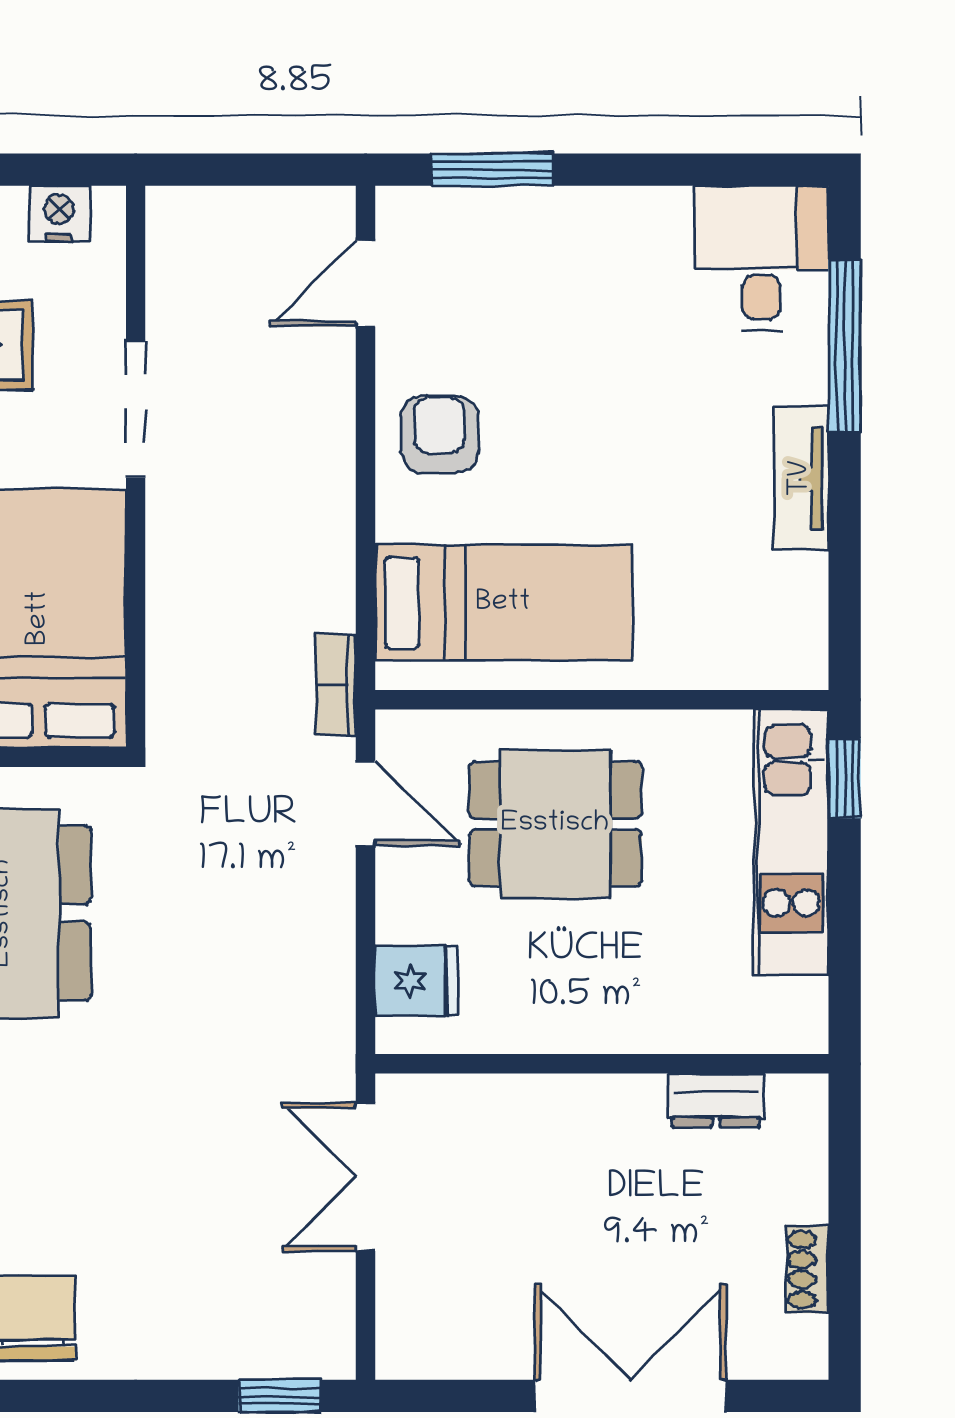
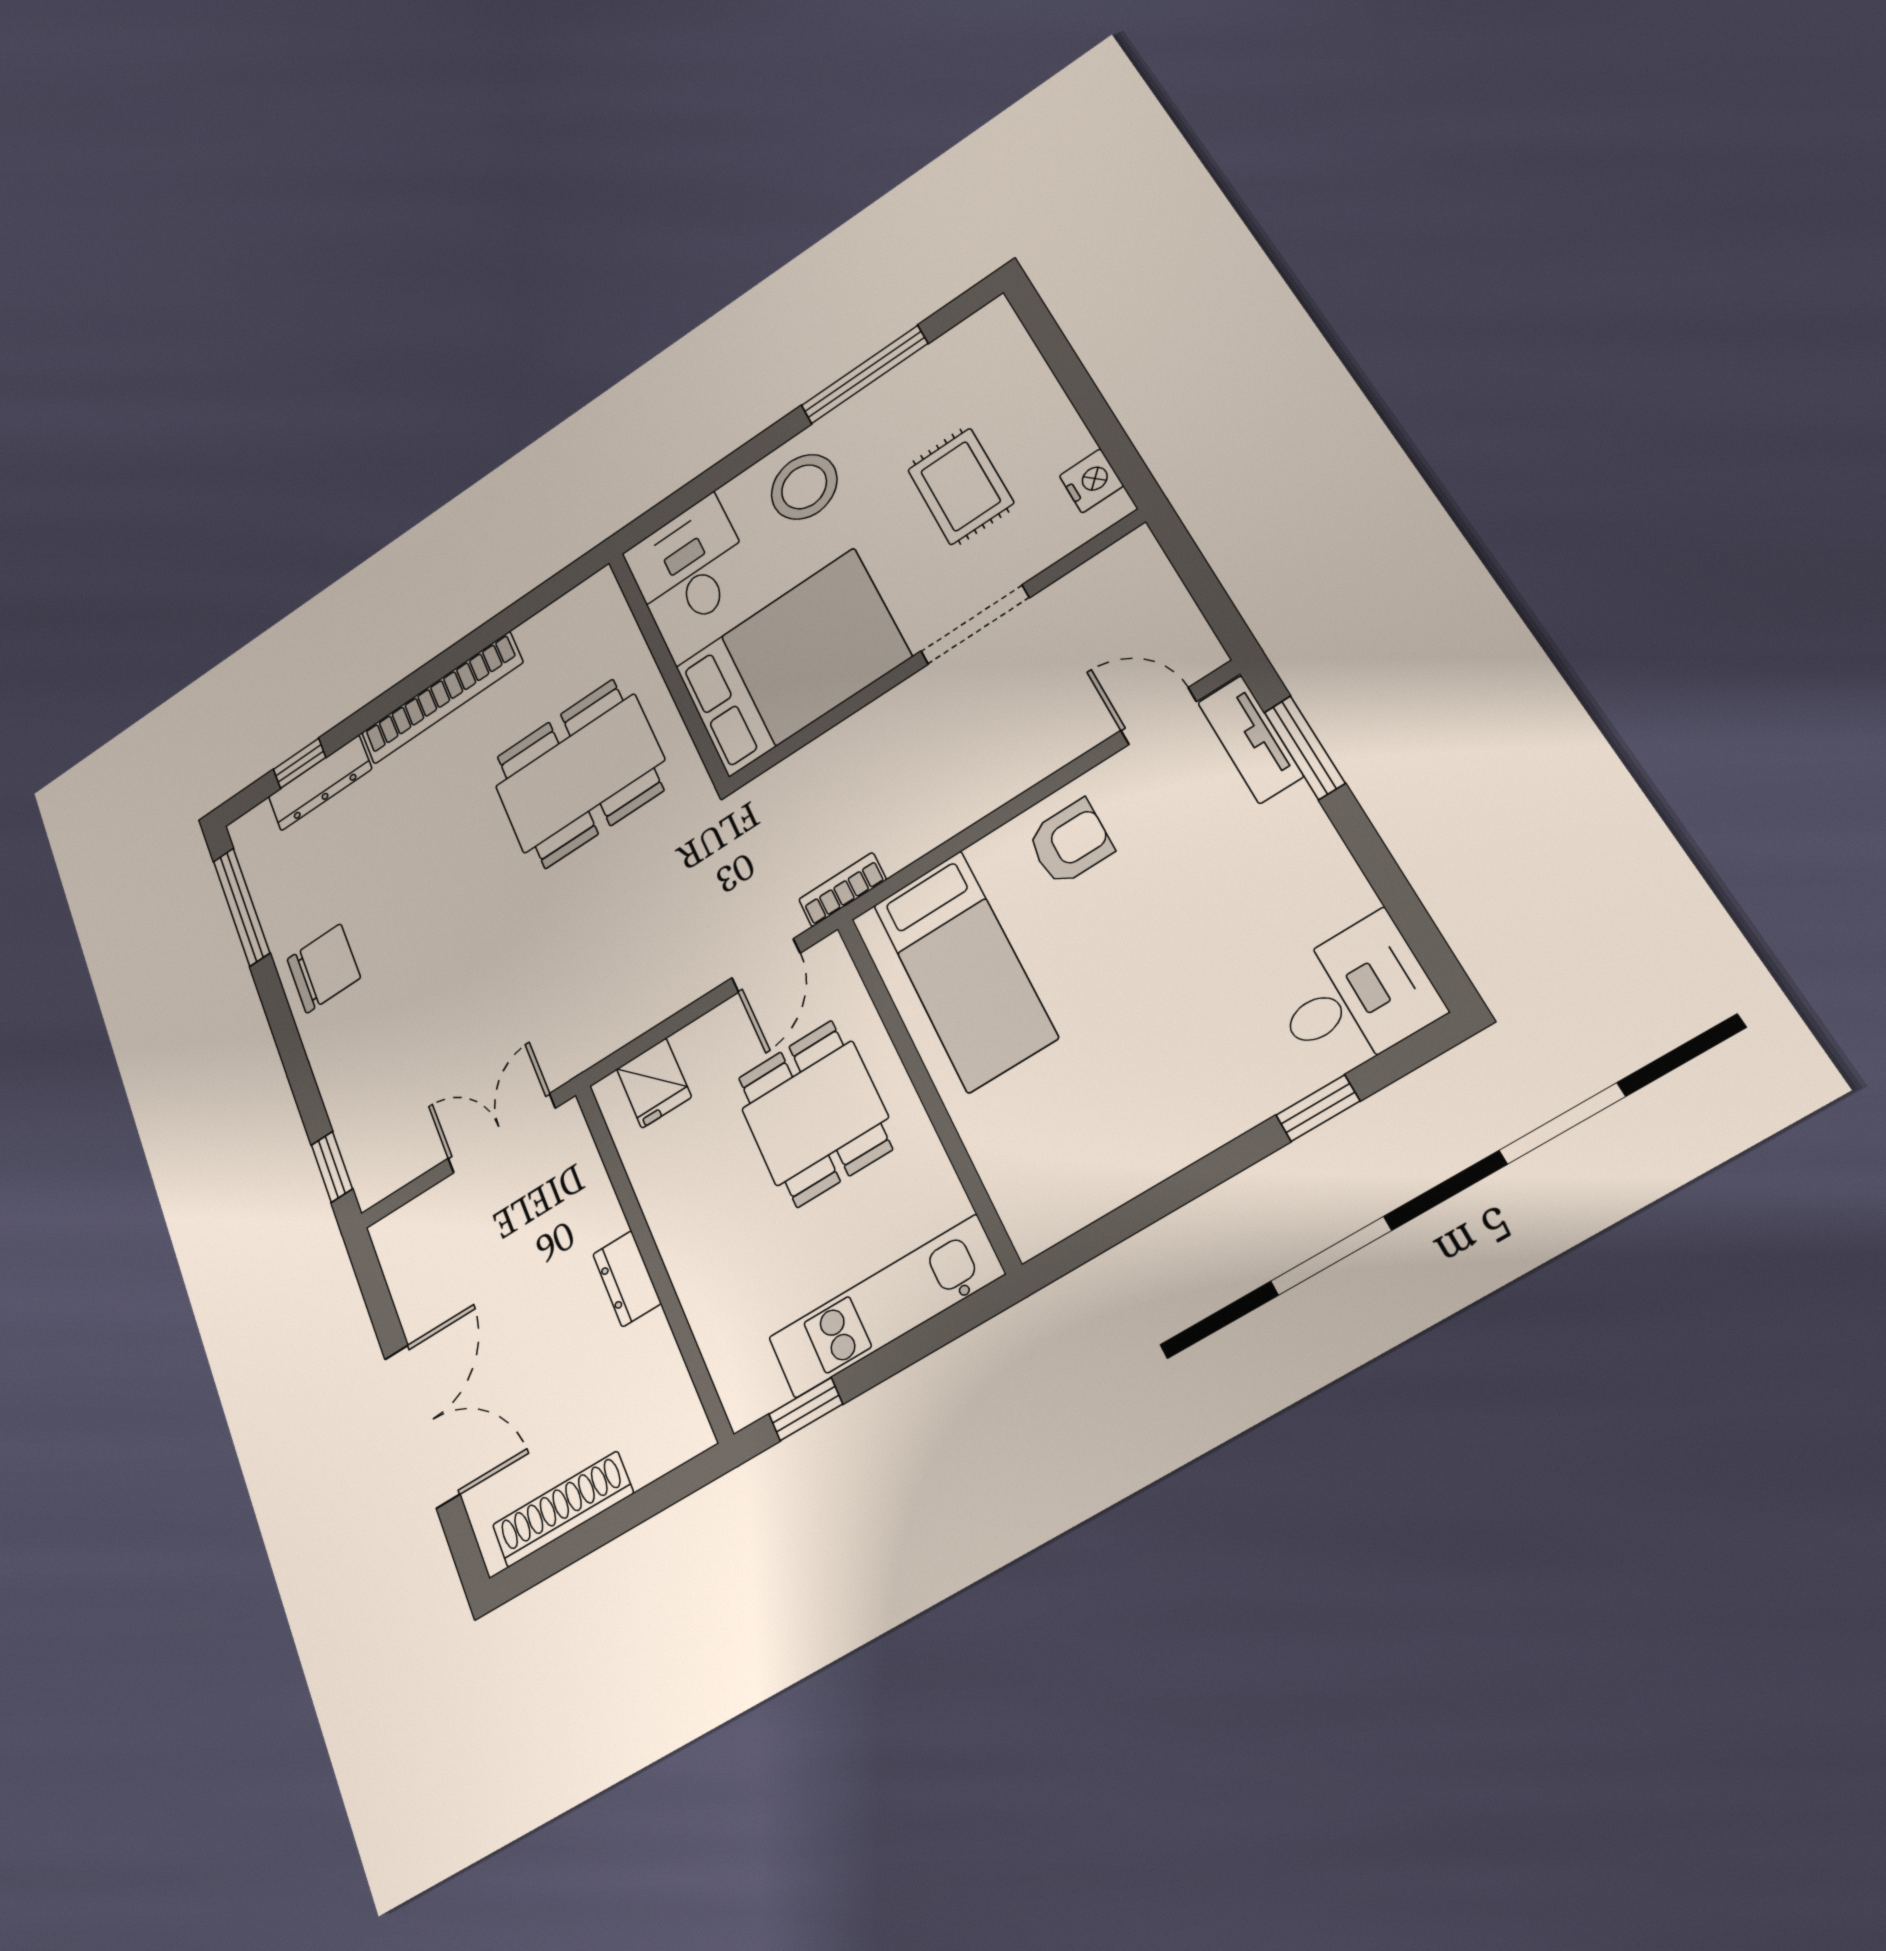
window: (845, 346) -> (1318, 1108), width x0.46
tv unit: (801, 478) -> (1250, 739), moved, turned -90
window: (845, 778) -> (806, 1409), moved
dresser: (716, 1100) -> (627, 1279), moved
shoe rack: (807, 1270) -> (563, 1509), width x1.94, depth x1.24

